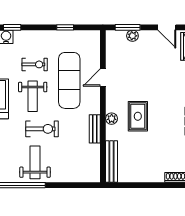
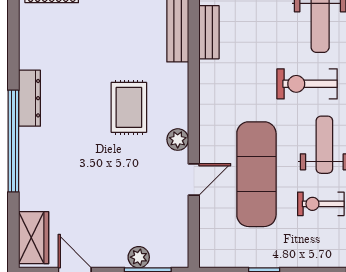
plant: (112, 119) -> (178, 140), moved
bench: (95, 129) -> (209, 32), moved

